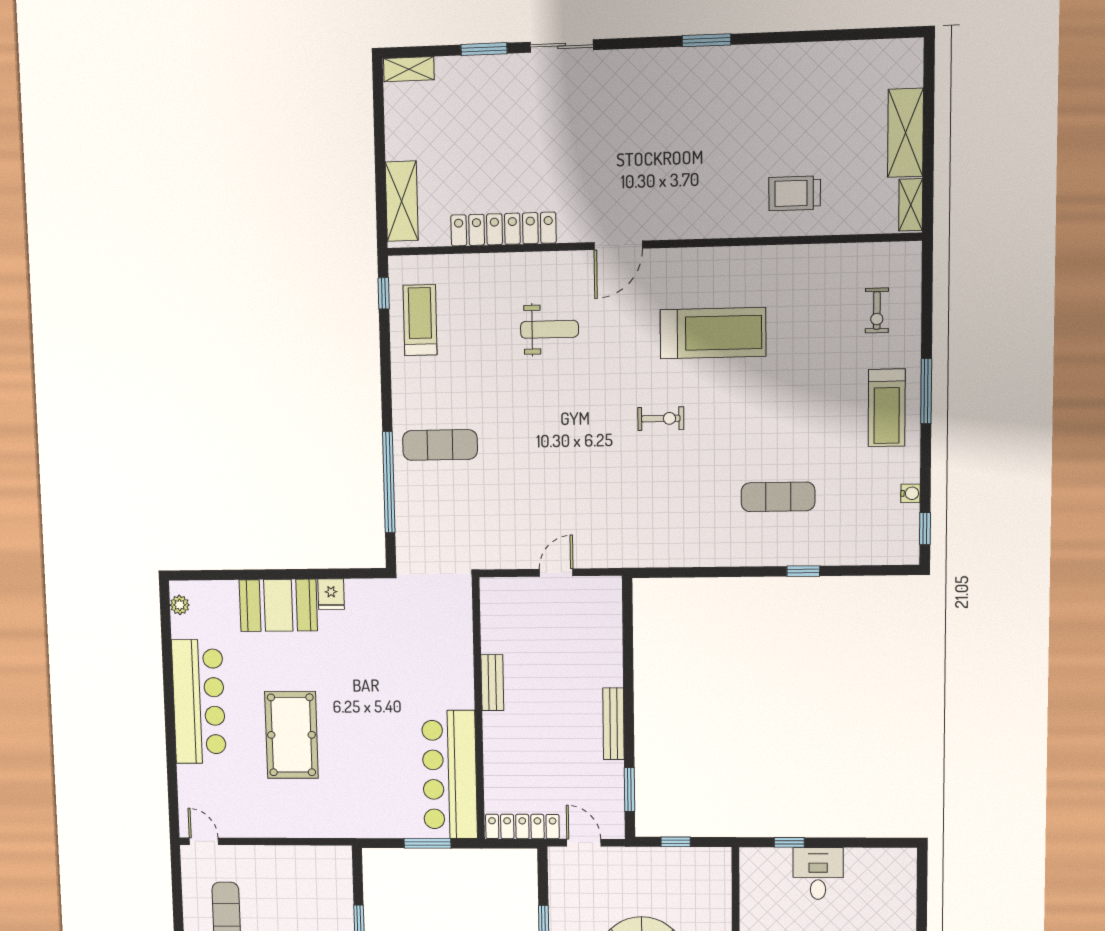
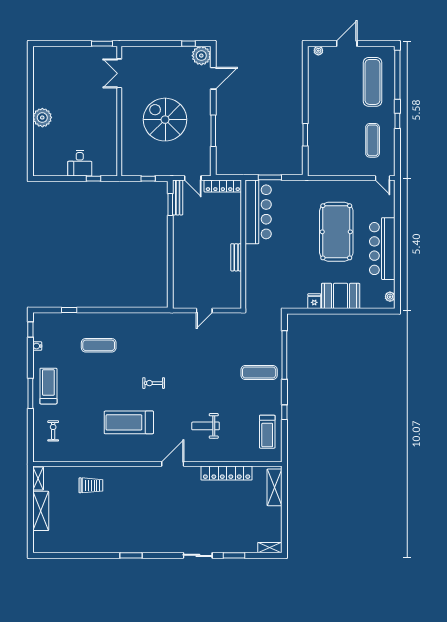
window: (384, 293) -> (284, 412), moved
window: (803, 571) -> (69, 310), moved
bench: (613, 724) -> (178, 198), moved
pool table: (291, 735) -> (336, 232), width x1.36, depth x1.32

